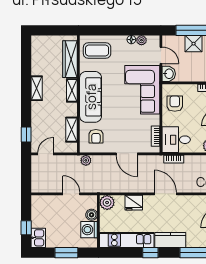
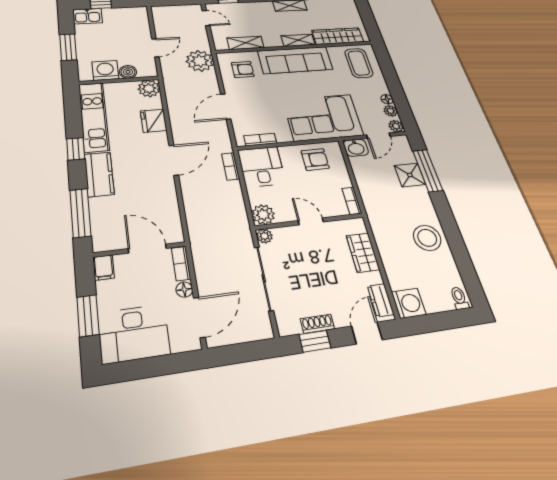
plant: (154, 40) -> (396, 126), added
armchair: (96, 136) -> (243, 69), turned 180
plant: (86, 160) -> (200, 61), width x1.88, depth x1.88

